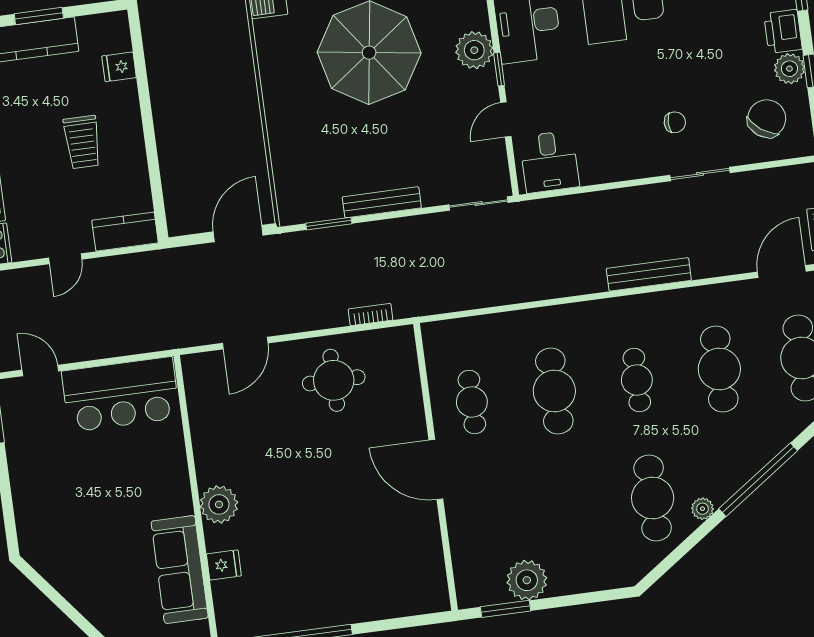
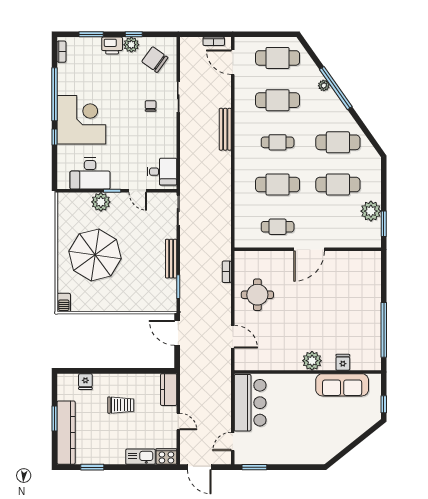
cafe table: (570, 509) -> (338, 185), added
plant: (702, 509) -> (324, 85), moved

